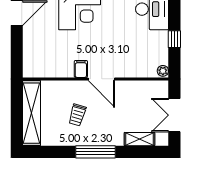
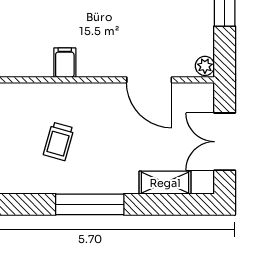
door: (101, 79) -> (149, 80), moved

